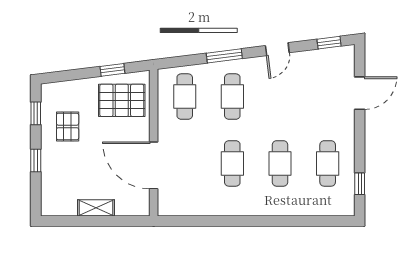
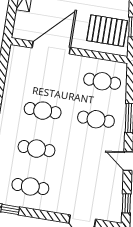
pallet: (122, 100) -> (107, 31), turned 90

